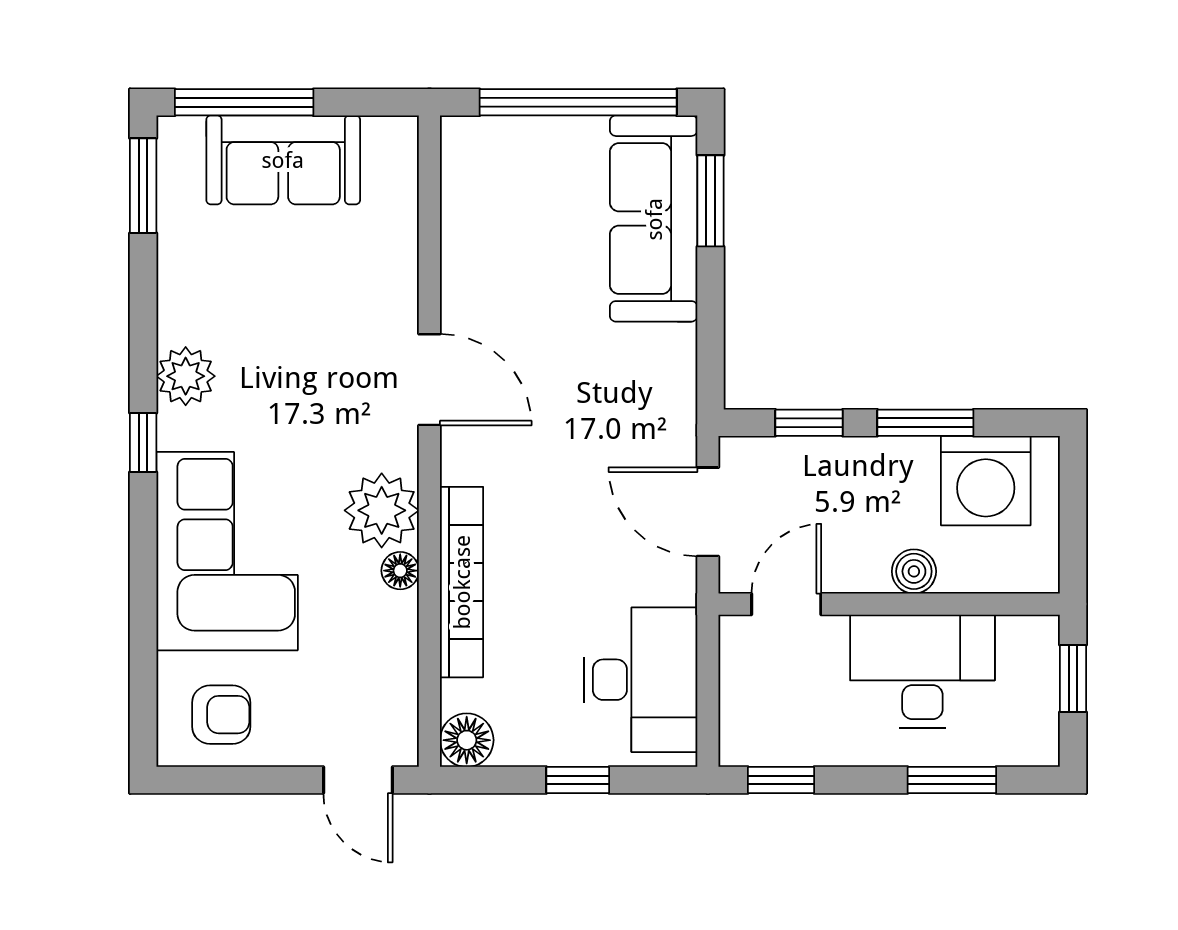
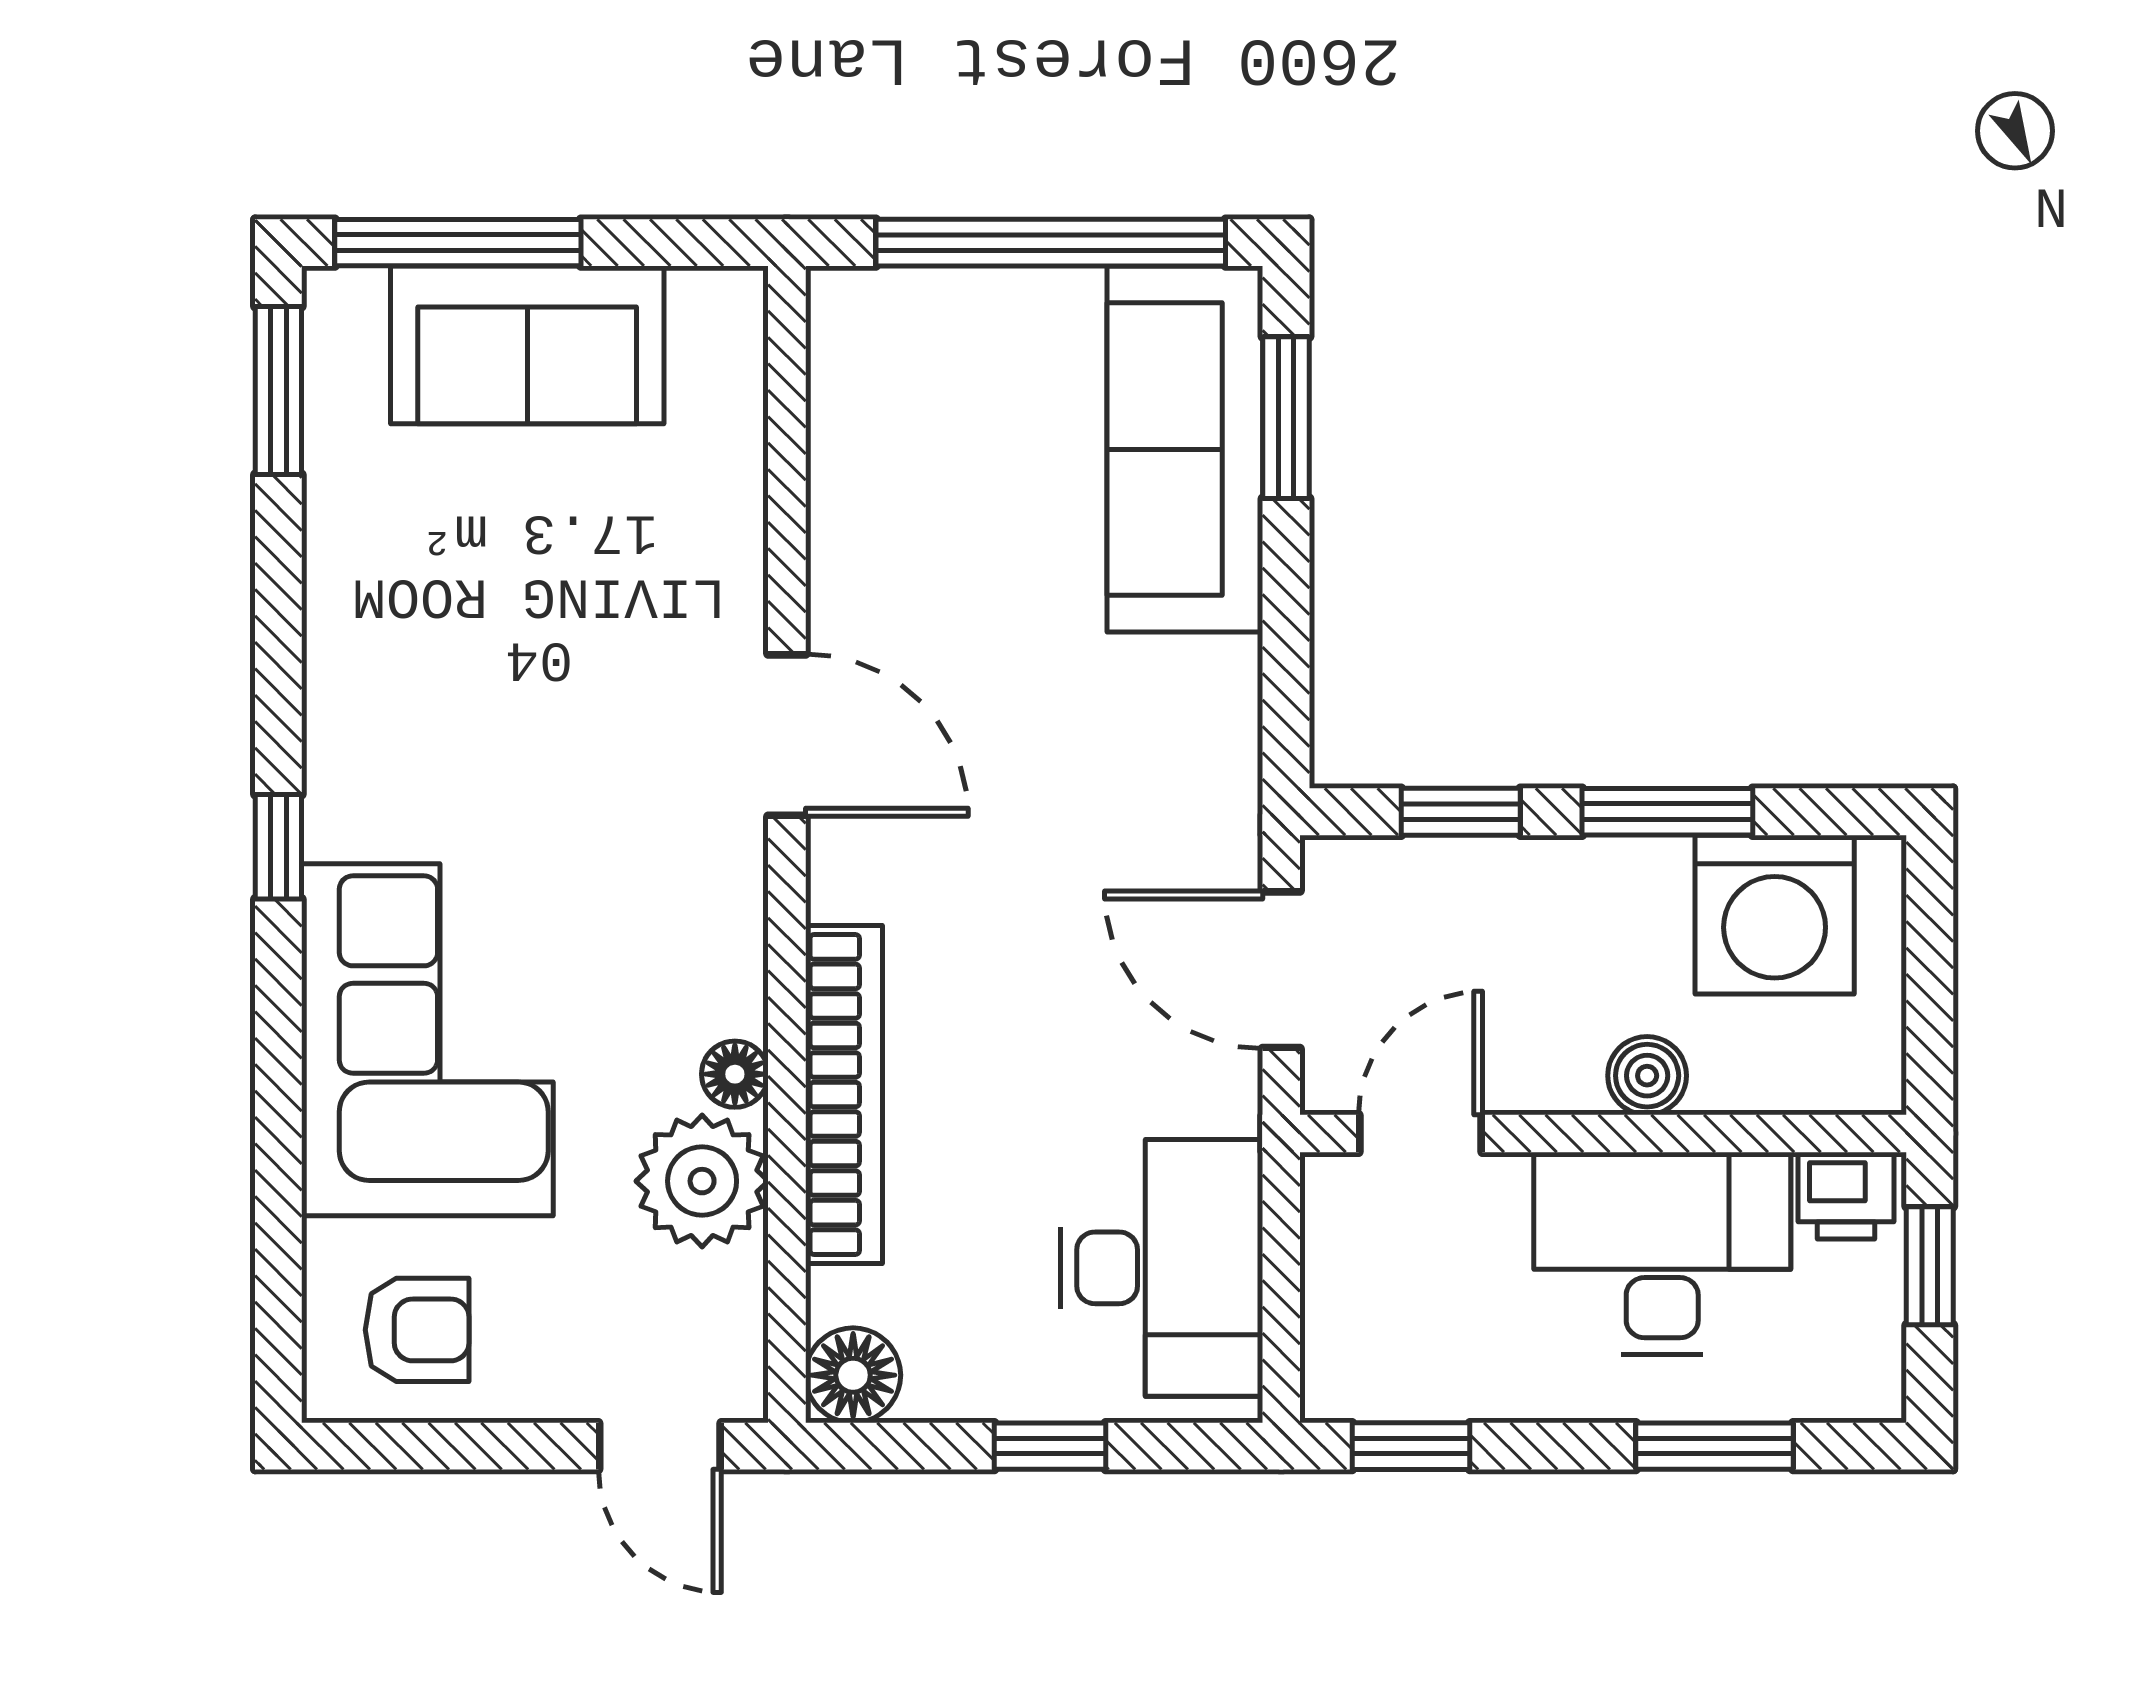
plant: (186, 376) -> (354, 729), removed
plant: (382, 510) -> (702, 1181), moved
printer: (1026, 639) -> (1846, 1196), added

